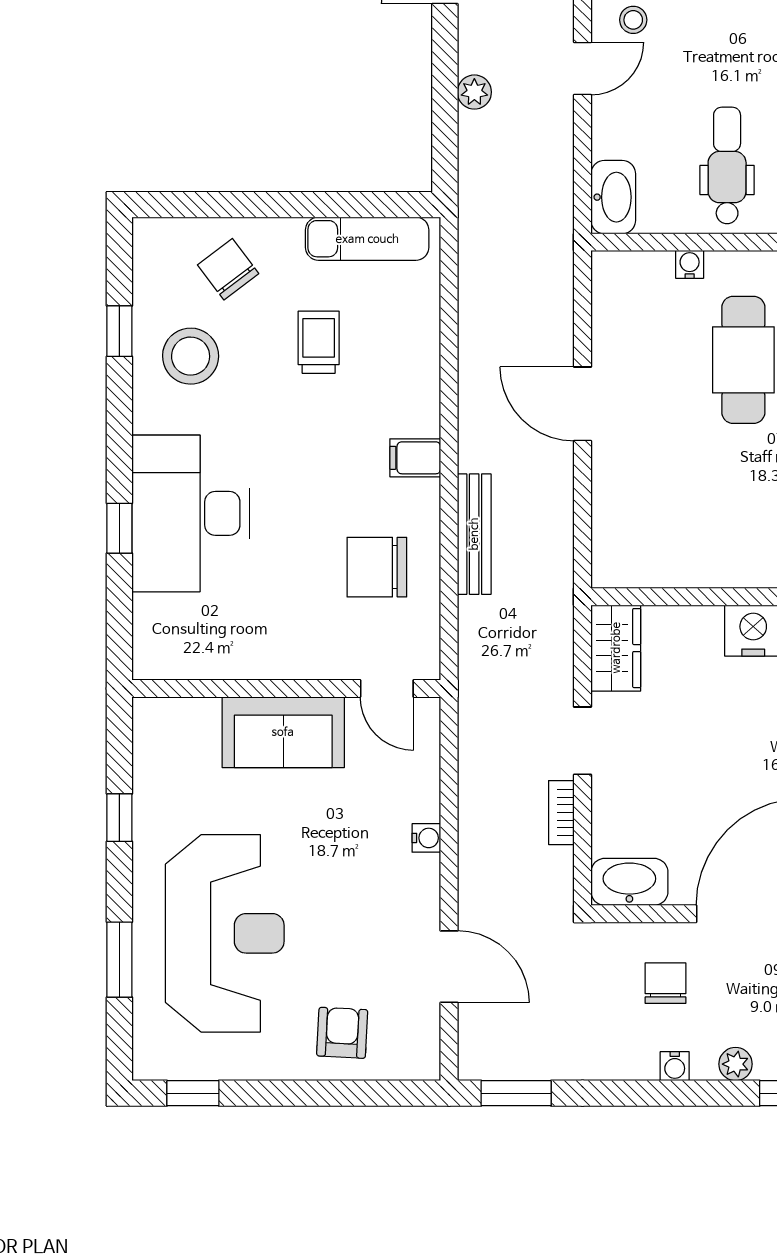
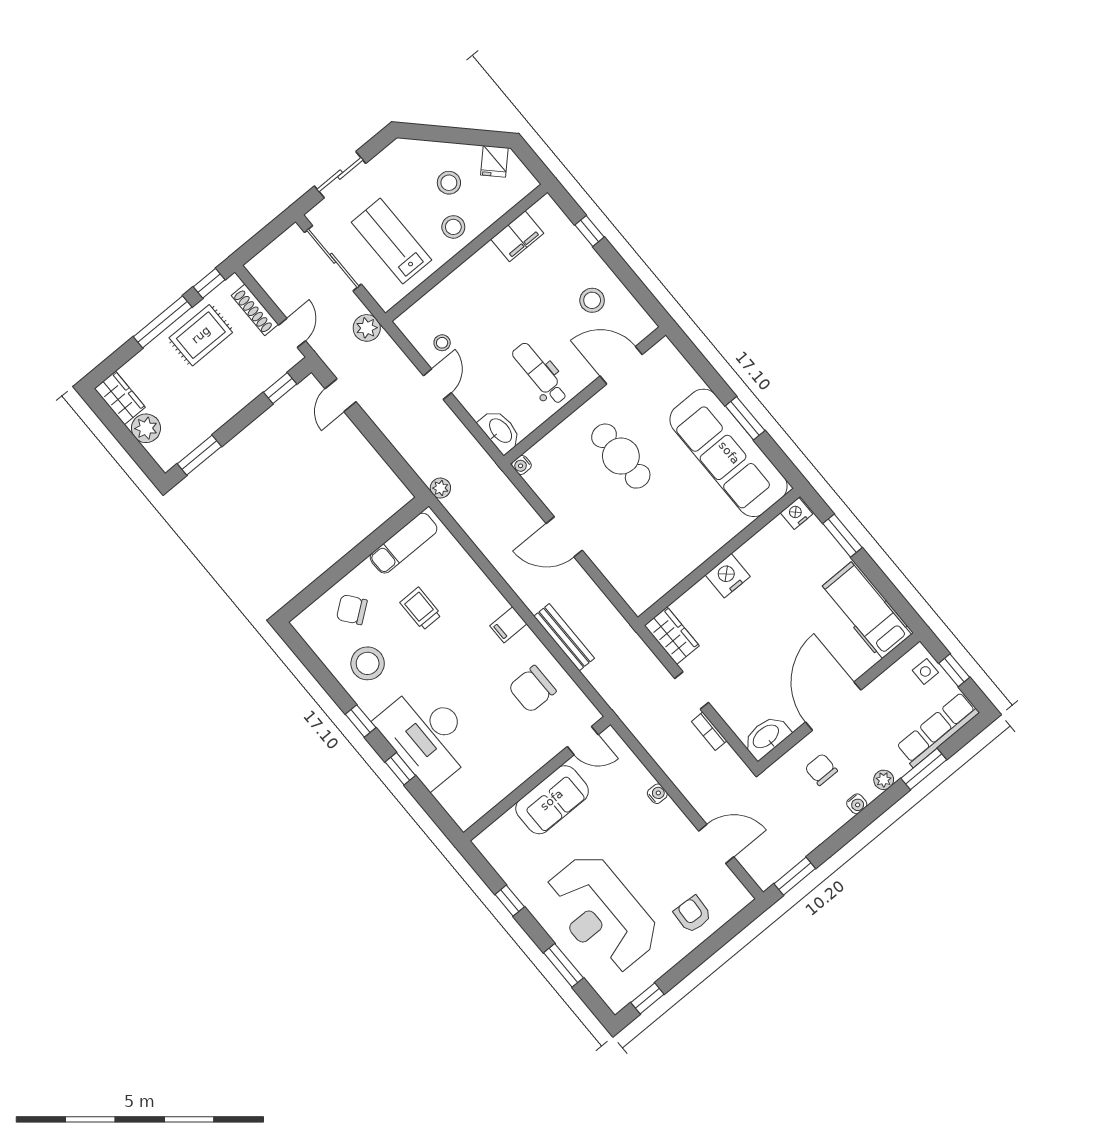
plant: (474, 92) -> (440, 488), moved
water cooler: (690, 264) -> (522, 465), moved, turned -90
window: (119, 331) -> (361, 721), moved
reception desk: (225, 933) -> (601, 913), turned 180

